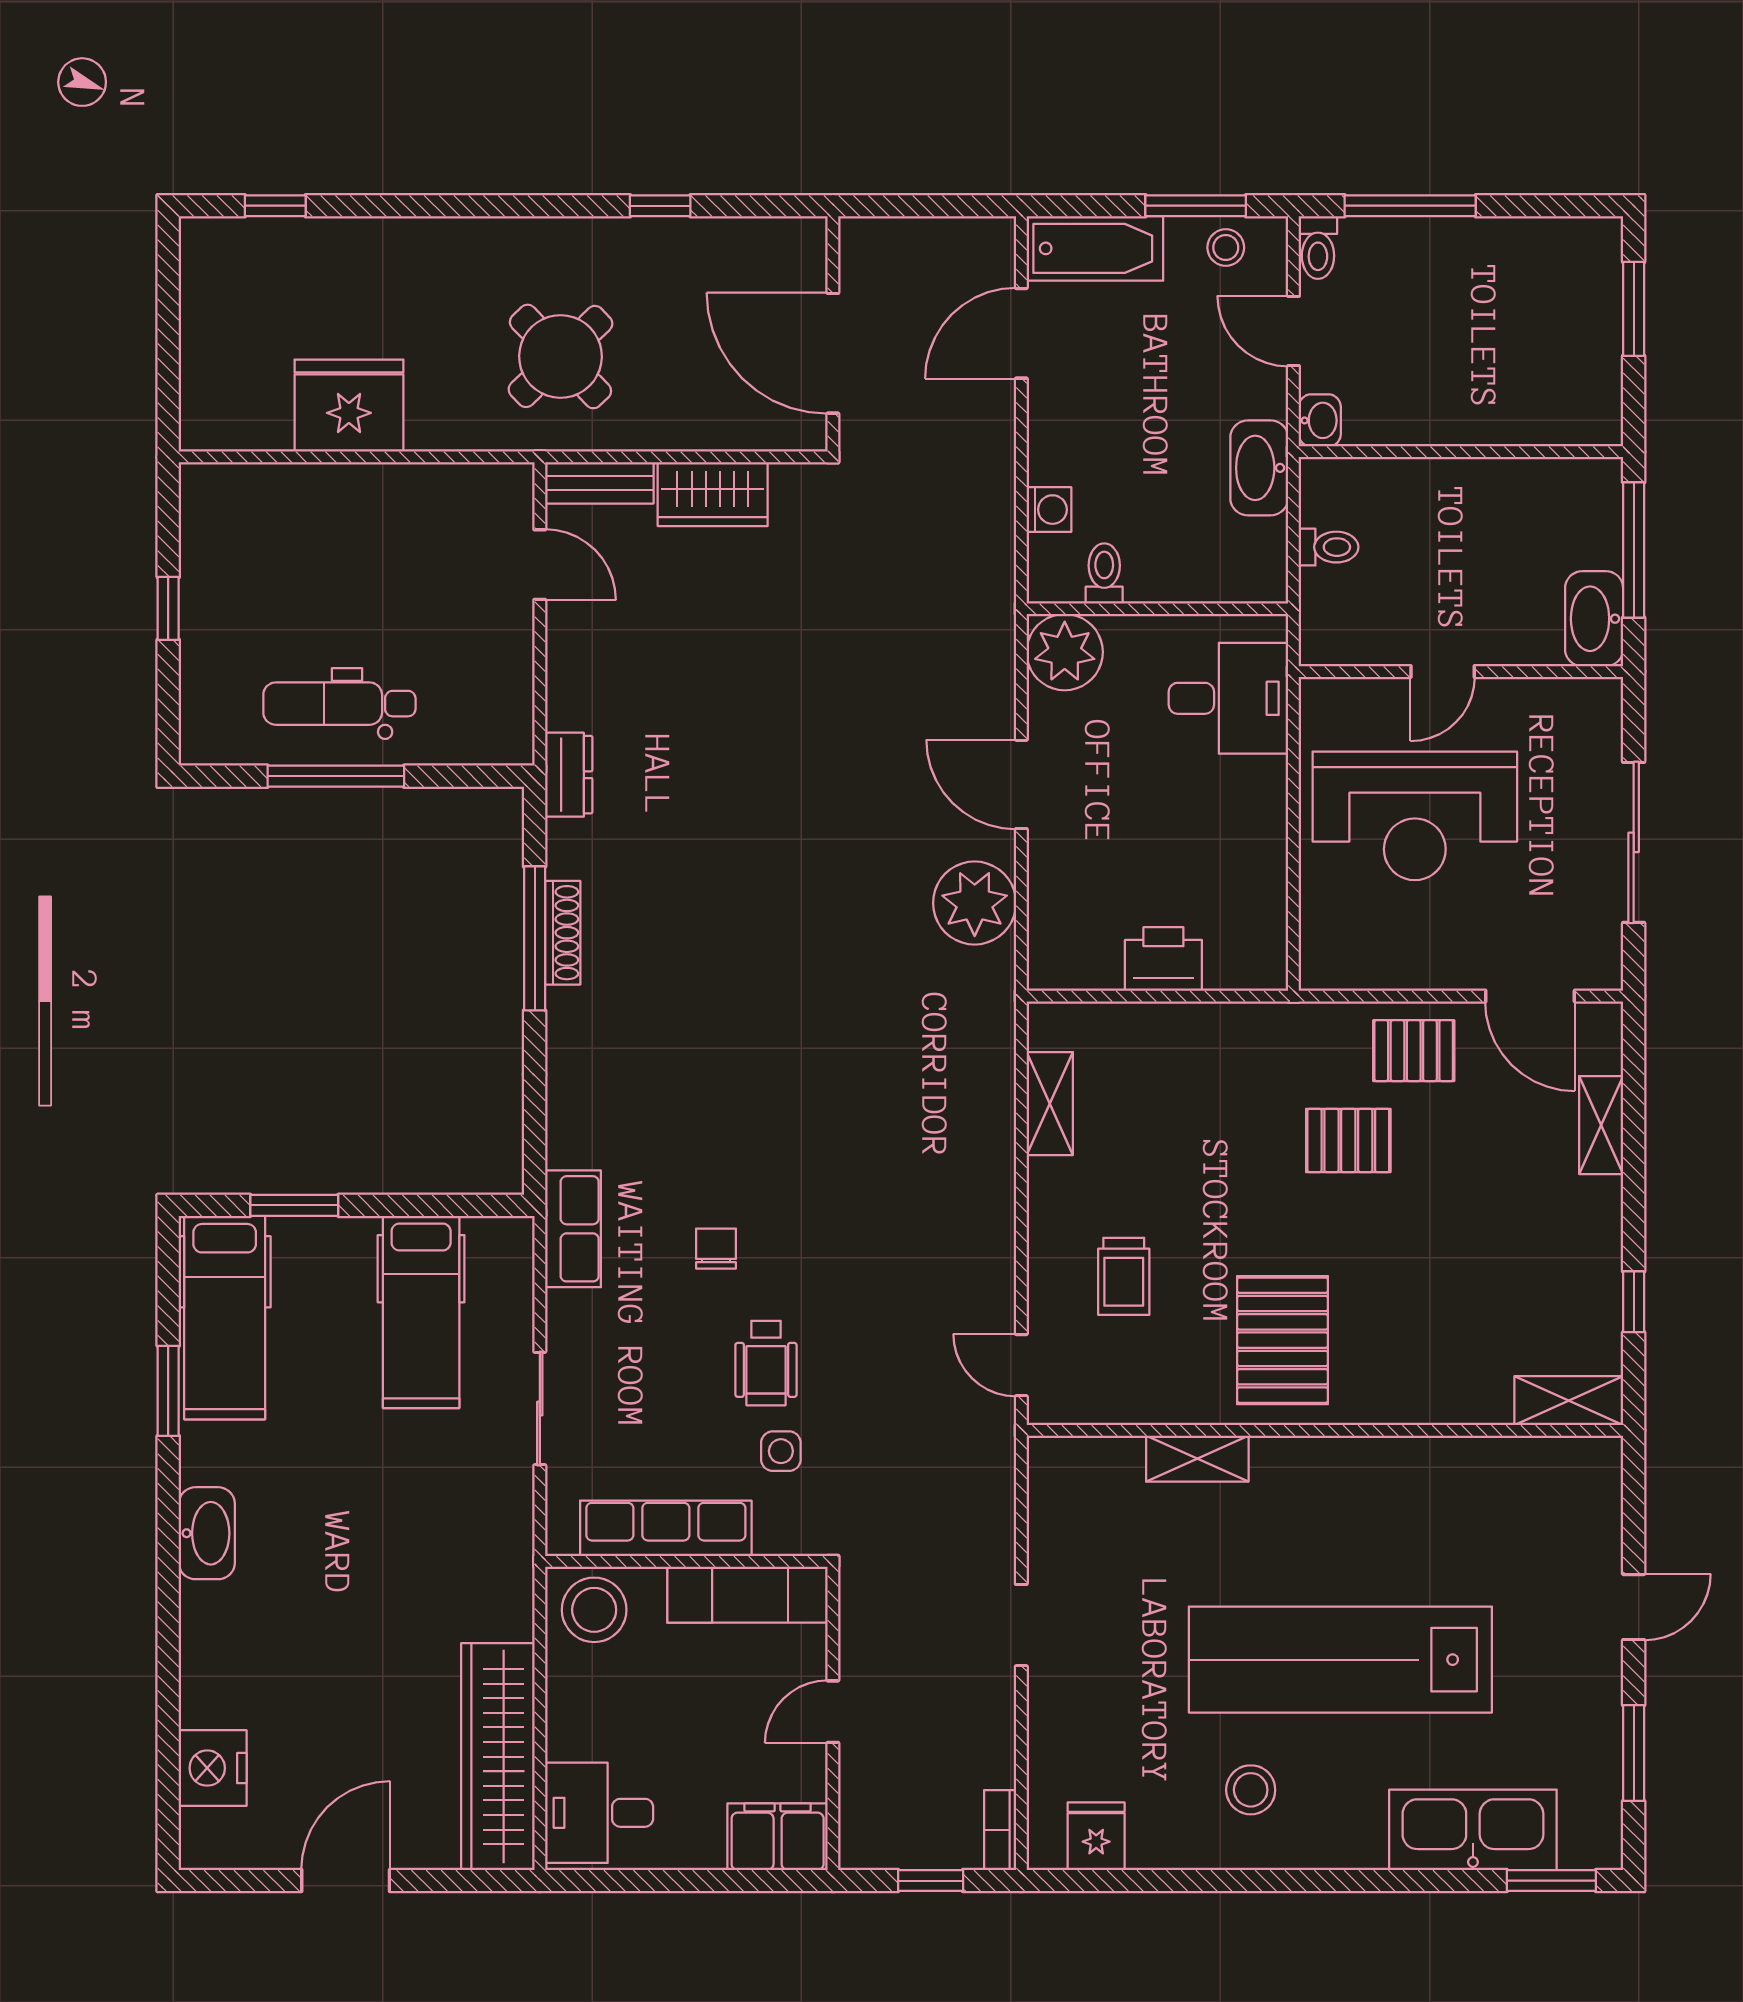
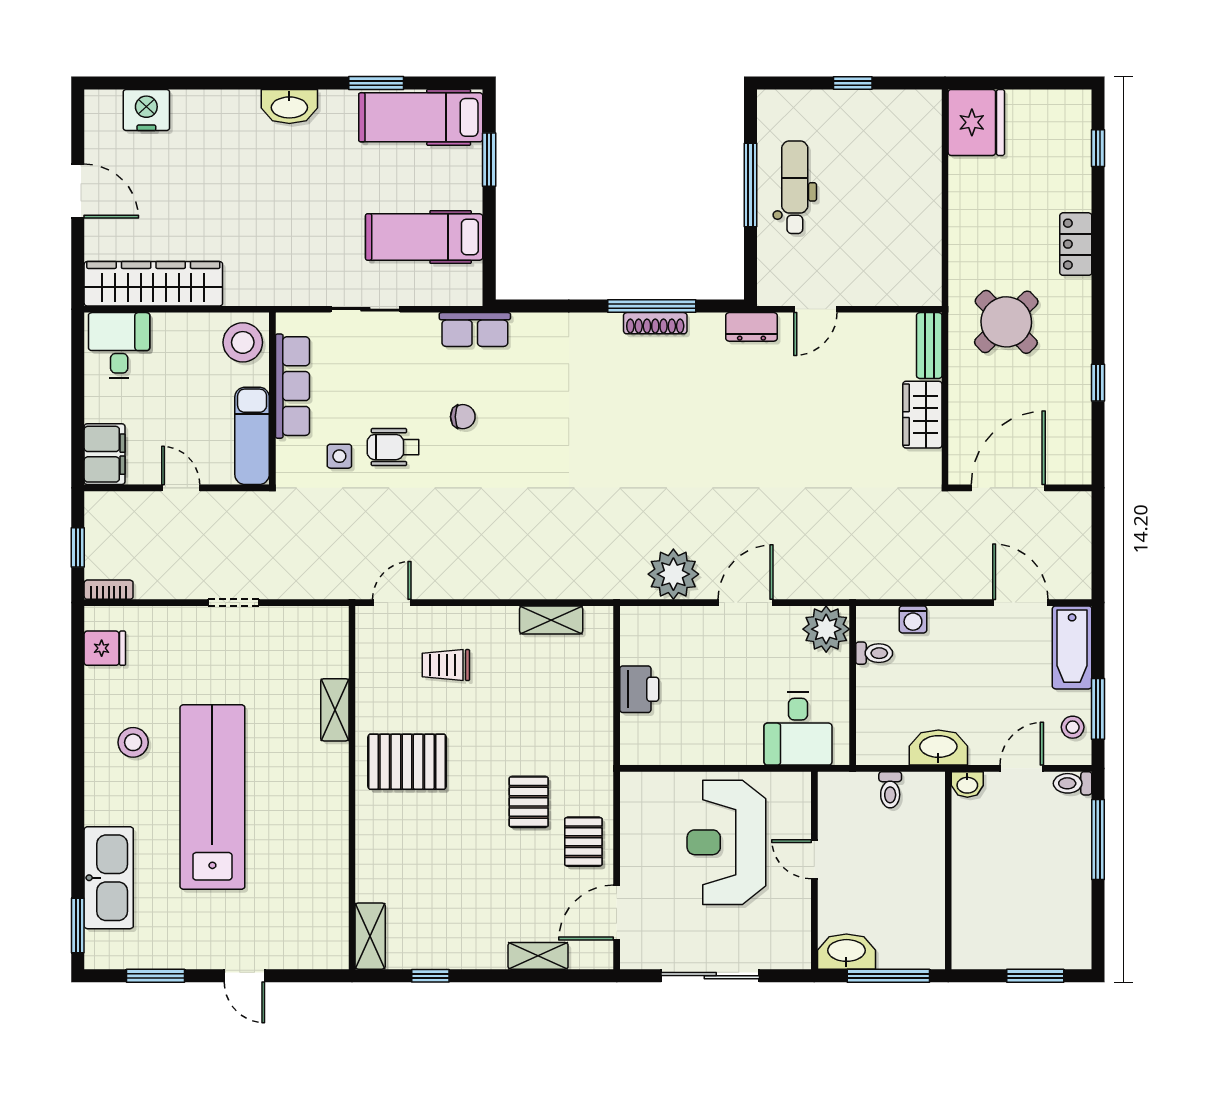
locker: (433, 242) -> (1076, 244), added
fridge: (349, 406) -> (976, 122), moved
door: (540, 565) -> (815, 309), moved

